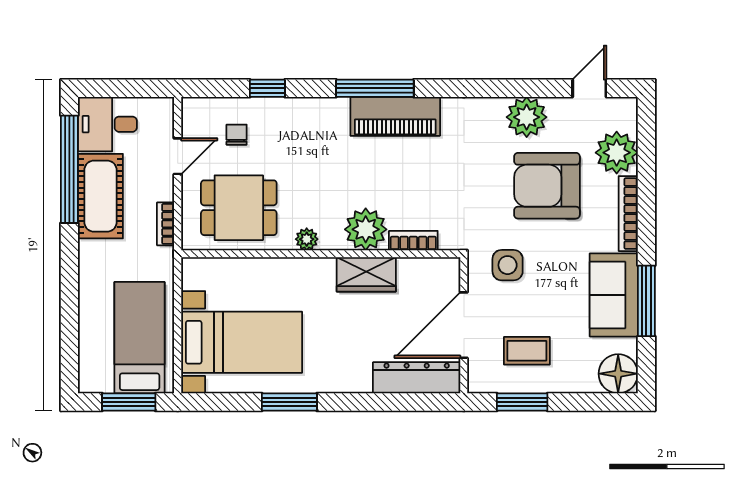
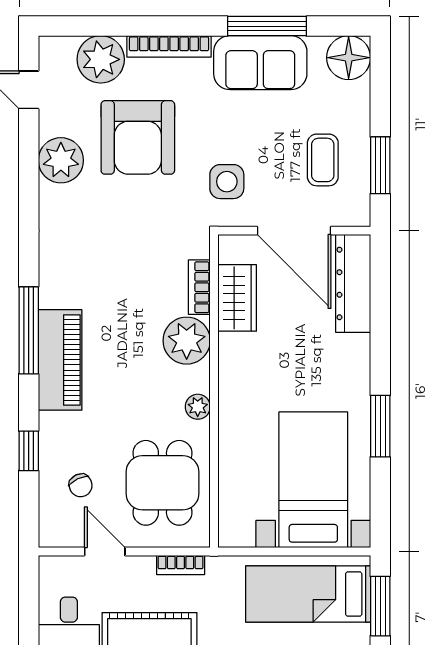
piano: (395, 116) -> (60, 360), moved
chair: (237, 135) -> (81, 485), turned -116
wardrobe: (366, 274) -> (237, 298), moved

